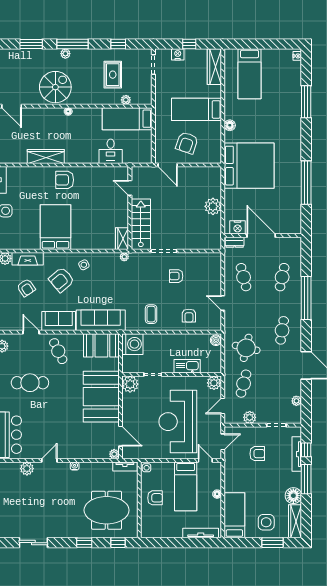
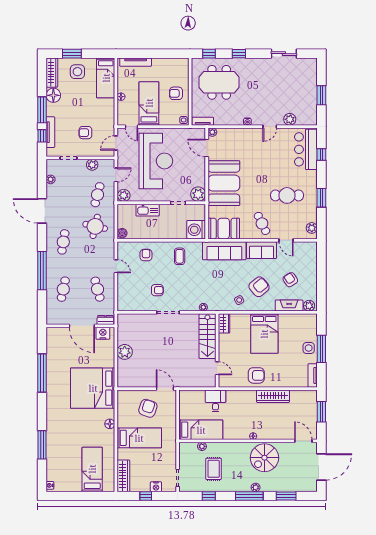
door: (130, 188) -> (217, 368), moved
wall: (130, 208) -> (217, 351), moved
stairs: (141, 224) -> (207, 336), moved
wardrobe: (122, 239) -> (224, 323), moved

